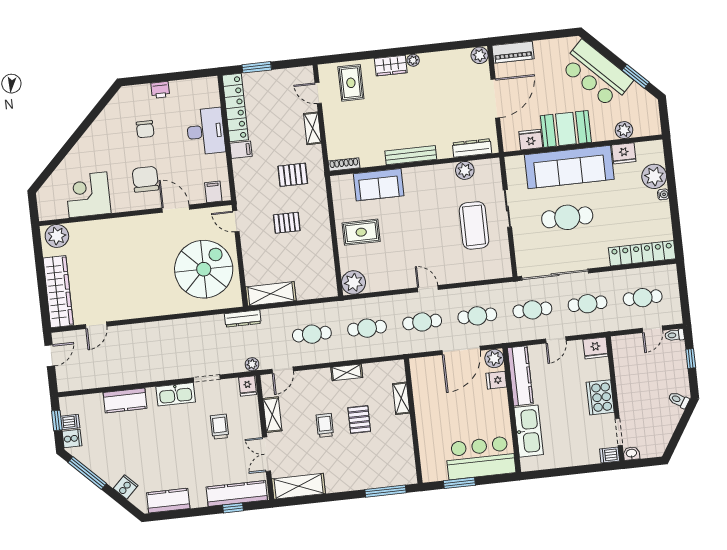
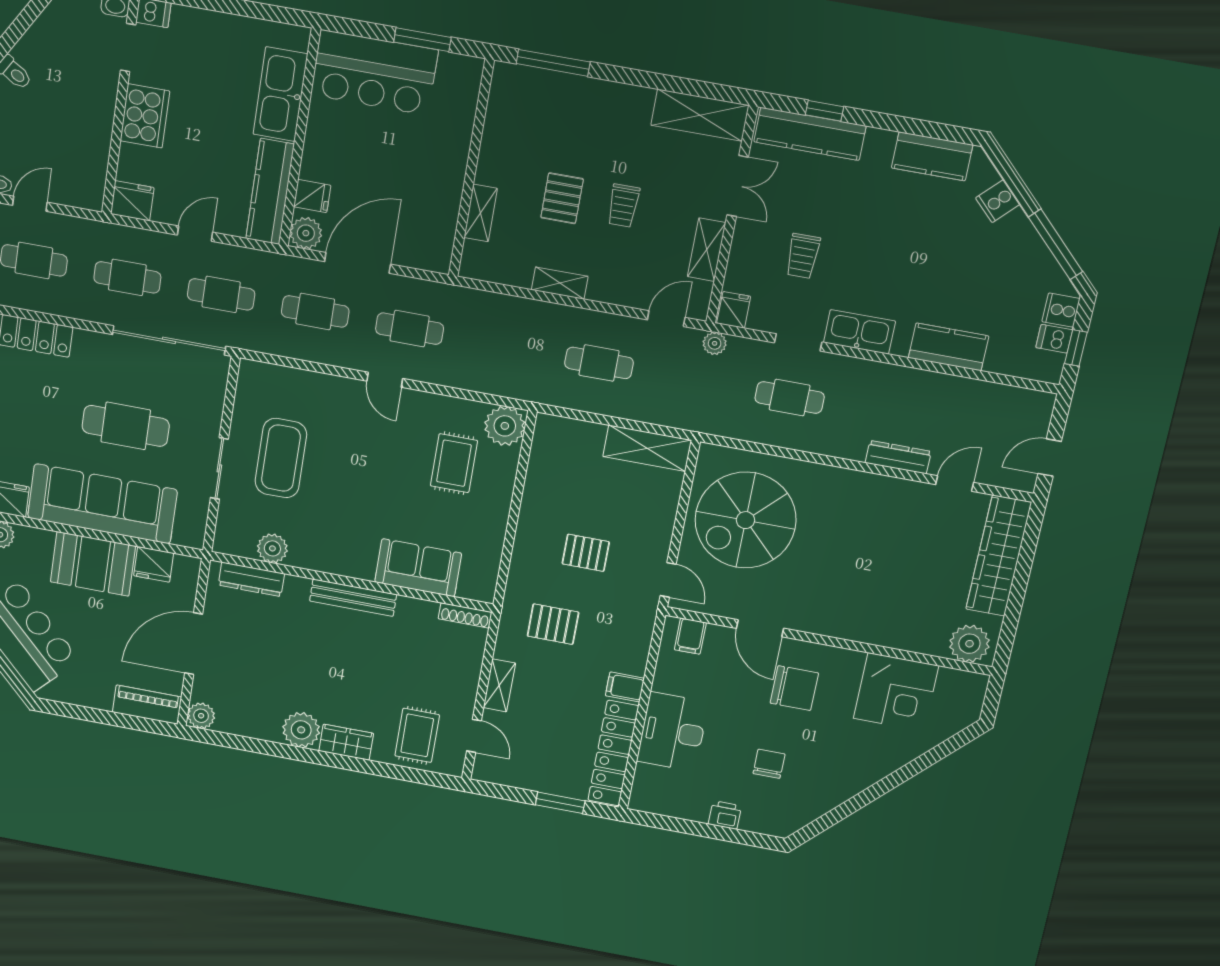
plant: (413, 60) -> (301, 730), width x1.88, depth x1.88
chair: (145, 179) -> (794, 688), turned -90
rug: (361, 232) -> (454, 463), moved, turned 90
dresser: (243, 319) -> (898, 457), moved
cafe table: (367, 328) -> (790, 398), moved

